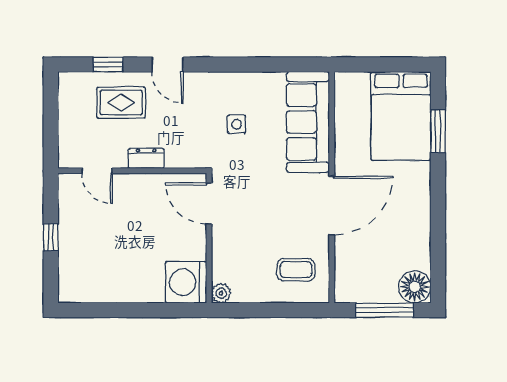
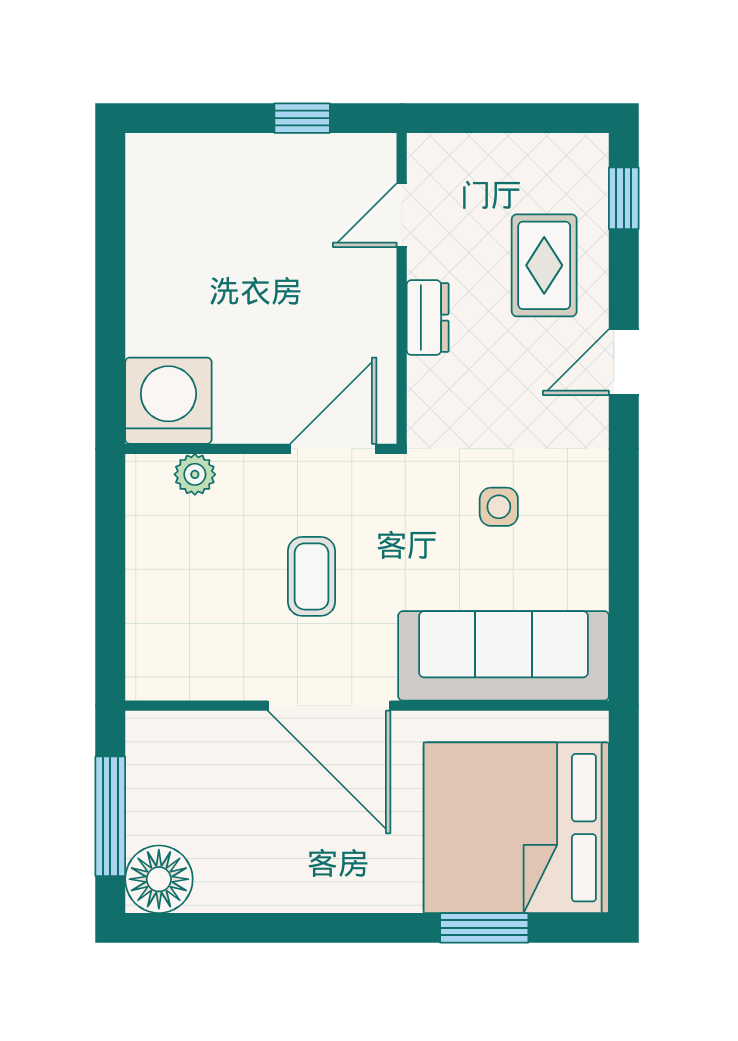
window: (108, 65) -> (624, 198), moved
bed: (401, 116) -> (516, 828), width x1.36
window: (51, 237) -> (302, 118), moved
coffee table: (296, 270) -> (311, 576), moved
plant: (221, 293) -> (195, 474), moved

